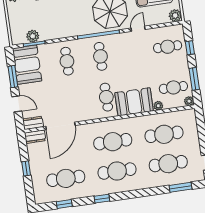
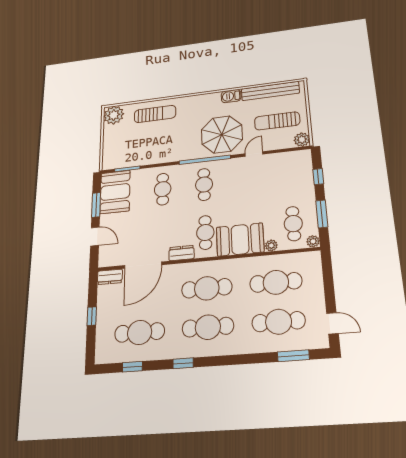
plant: (33, 36) -> (127, 161), removed
cafe table: (168, 47) -> (289, 175), removed
cafe table: (173, 87) -> (293, 224), turned 90
dresser: (33, 123) -> (182, 253), moved

